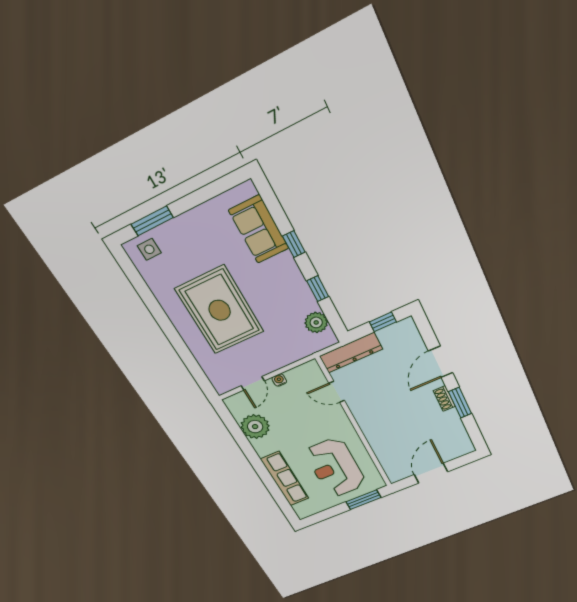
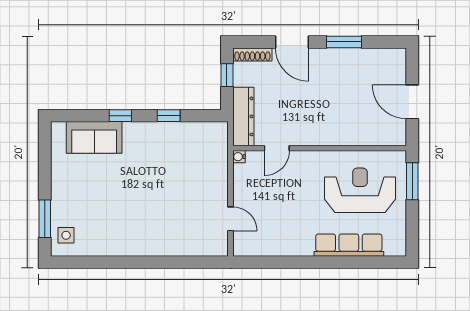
rug: (220, 310) -> (147, 209), removed
plant: (316, 322) -> (199, 132), removed
water cooler: (279, 380) -> (239, 157), moved
shoe rack: (444, 399) -> (252, 54), moved, width x1.43
plant: (255, 427) -> (276, 241), removed
reception desk: (335, 468) -> (360, 190), turned 180

